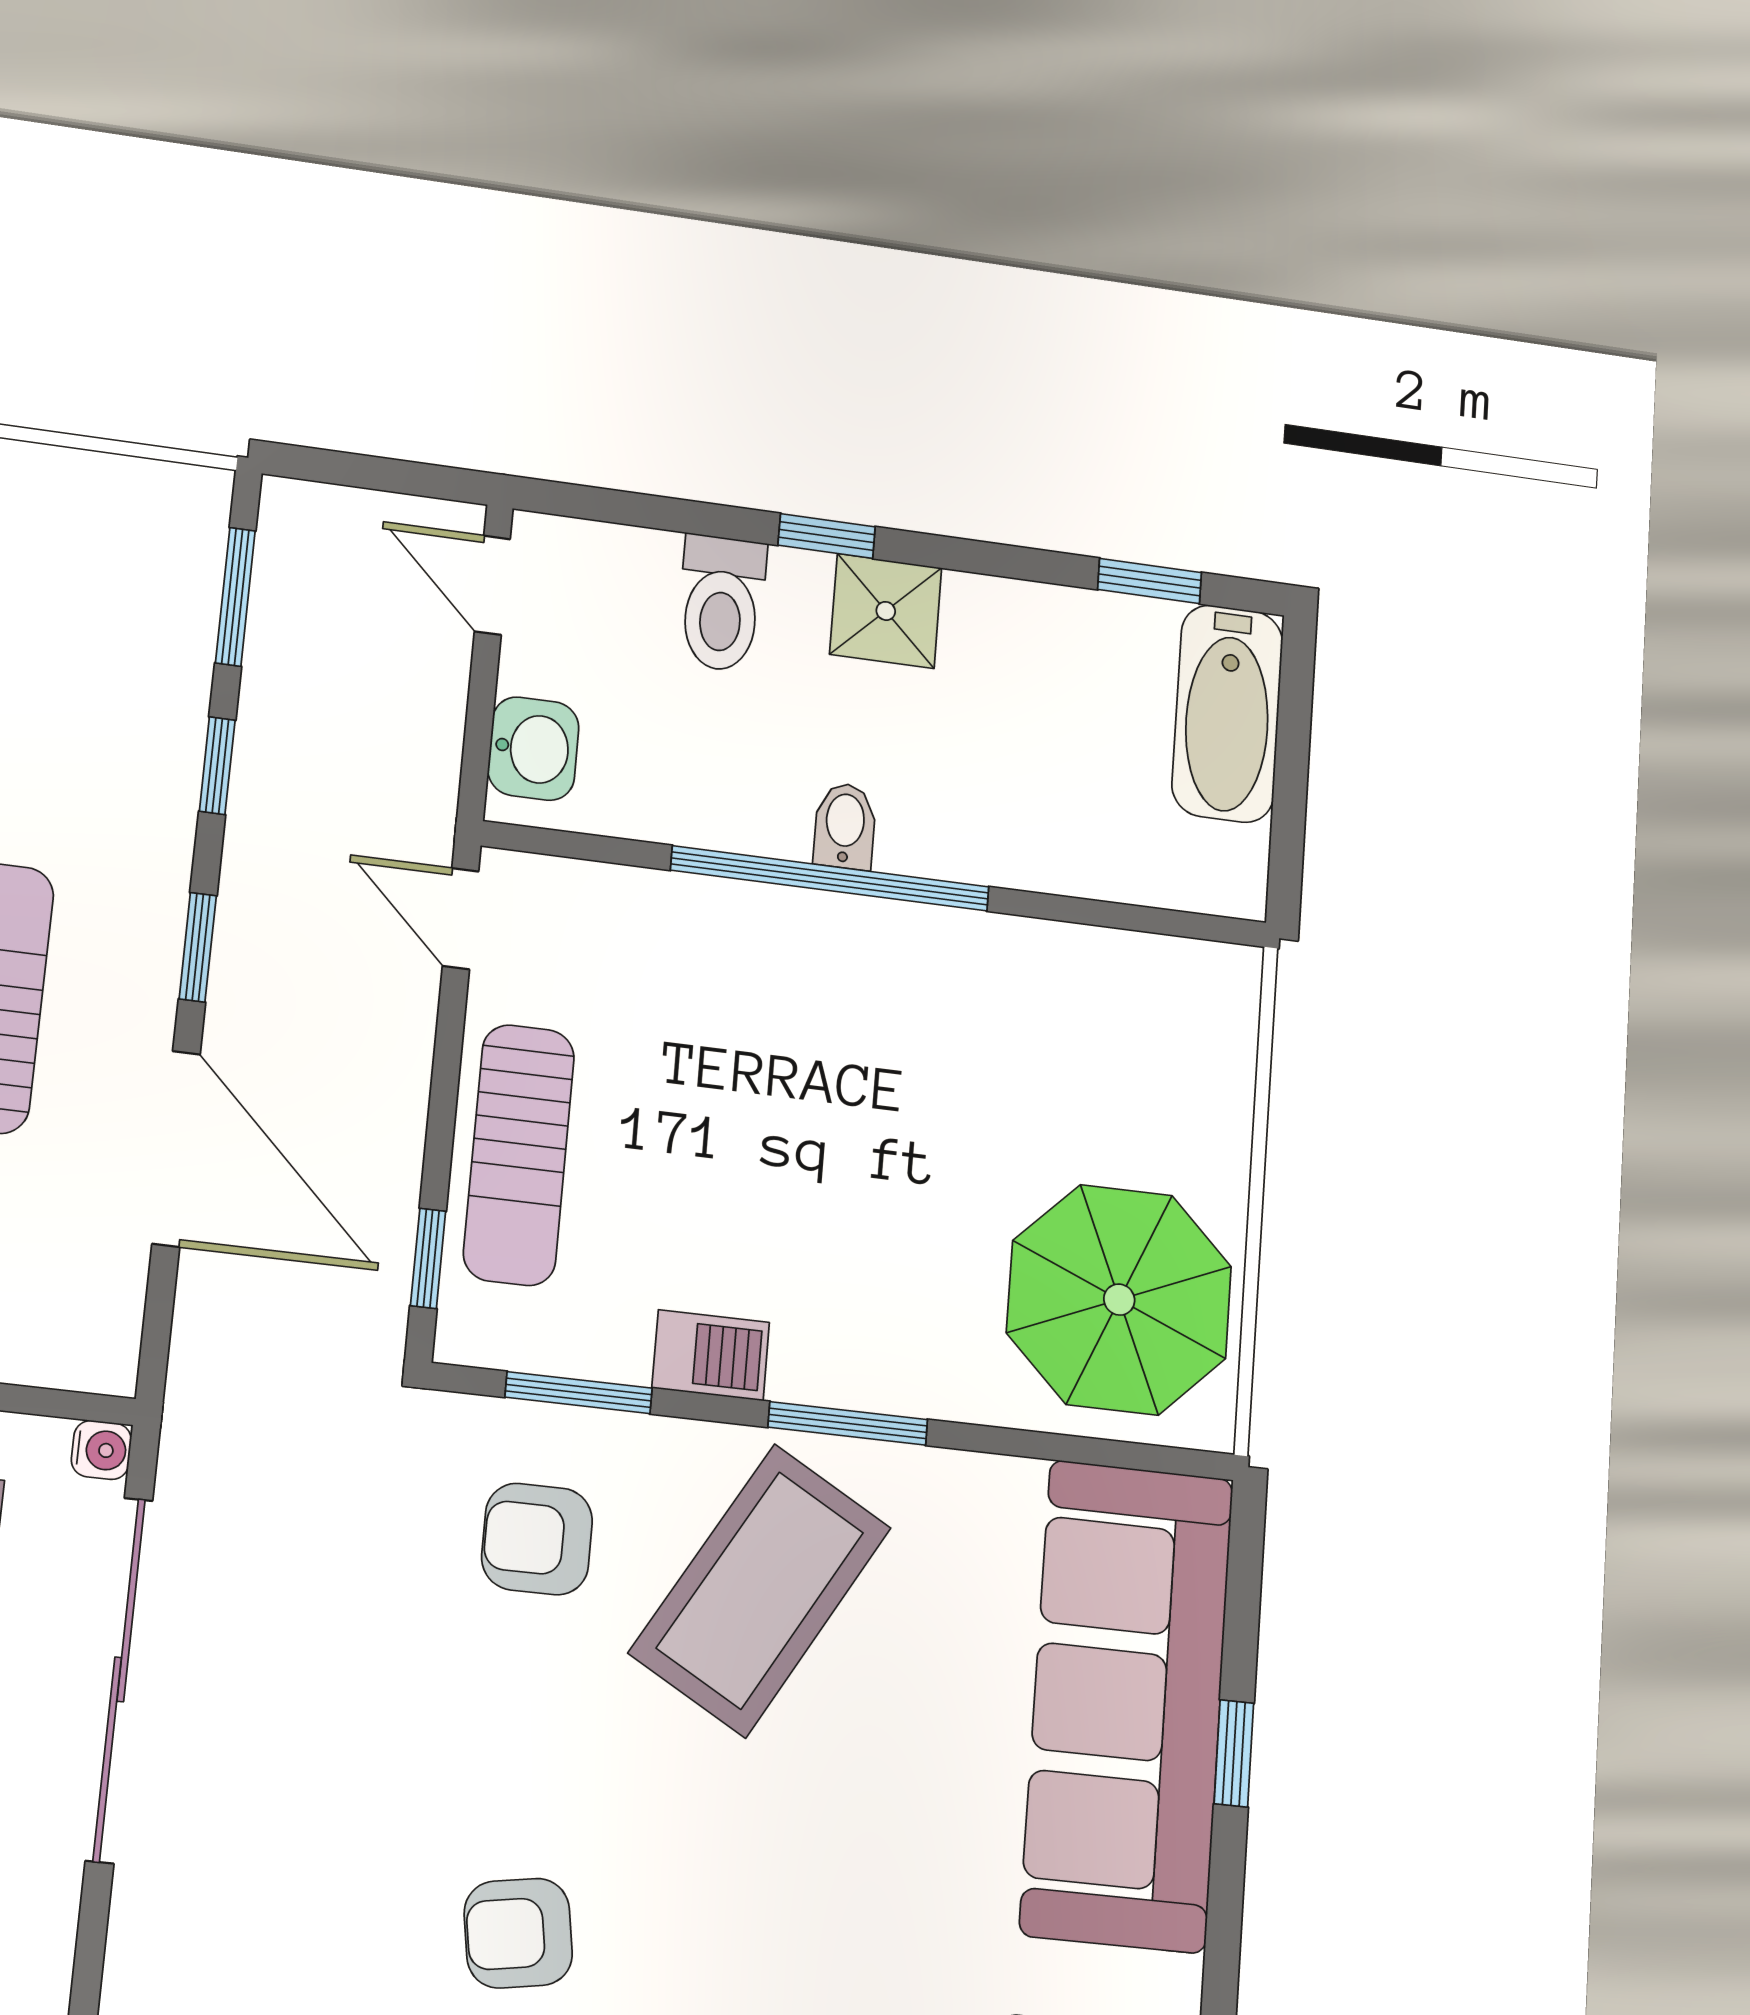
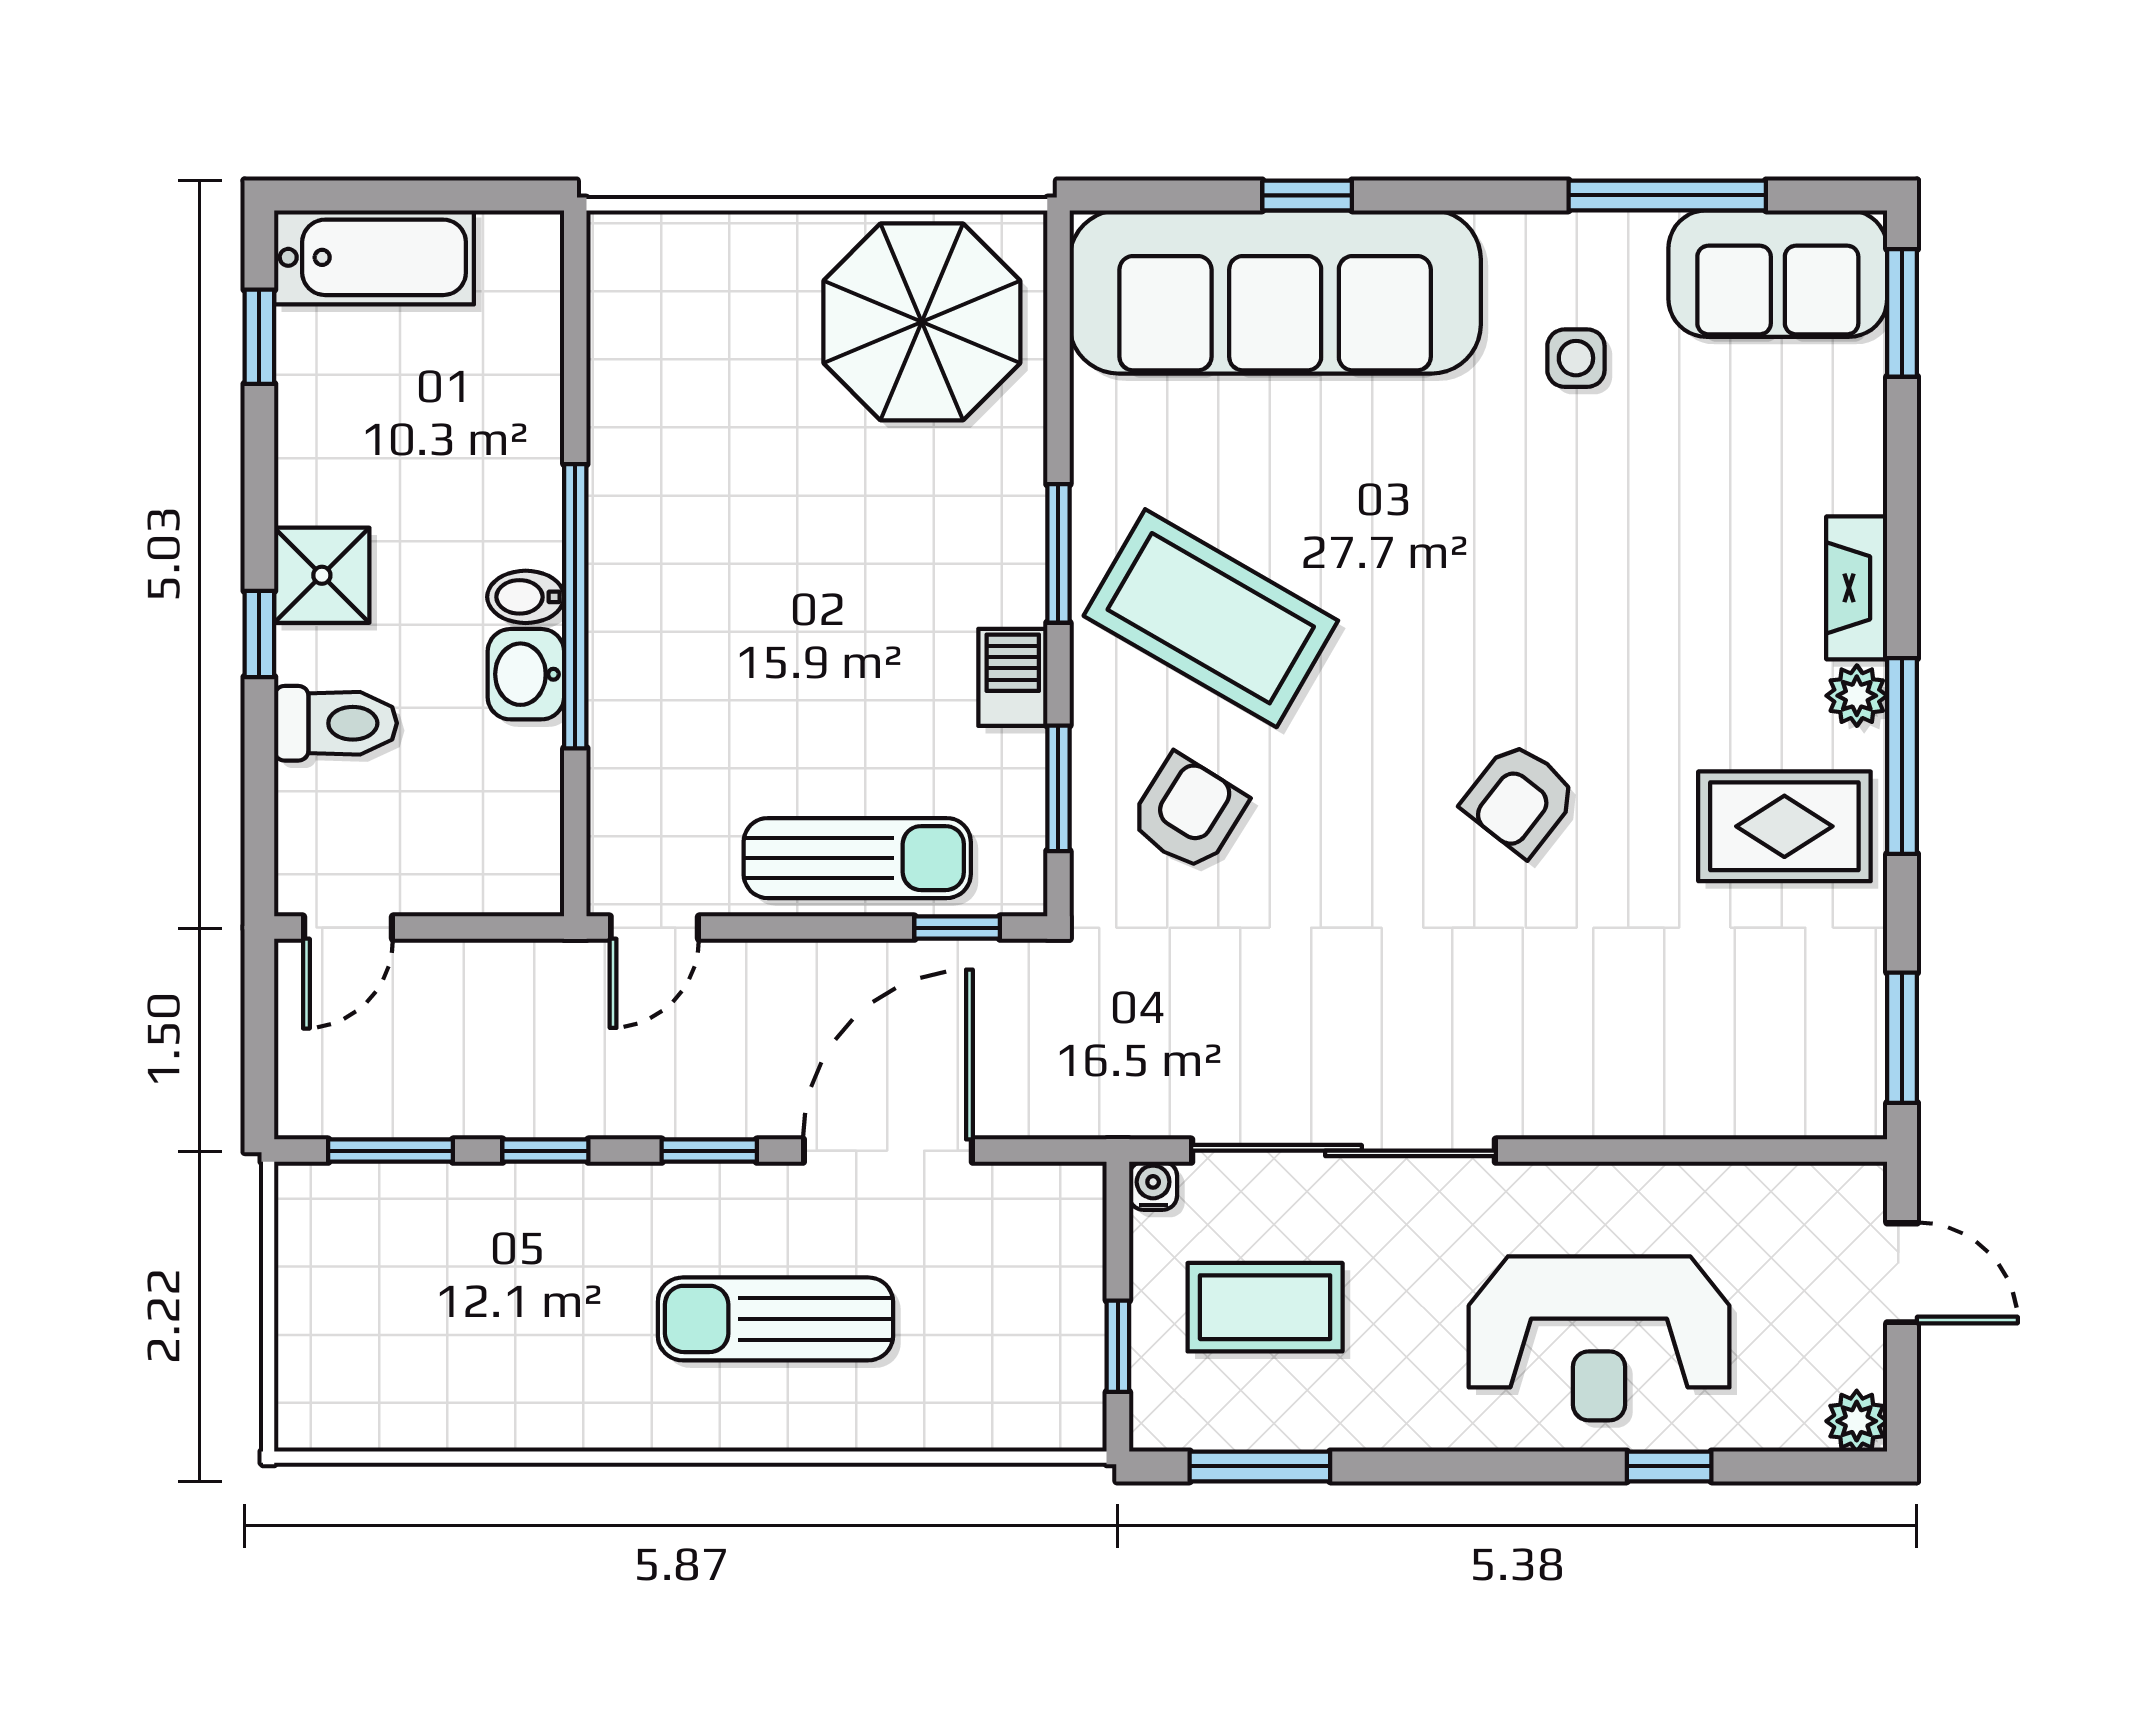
washbasin: (533, 749) -> (526, 674), moved, turned -90
armchair: (537, 1539) -> (1188, 813), turned -148
armchair: (518, 1933) -> (1520, 799), turned 47

